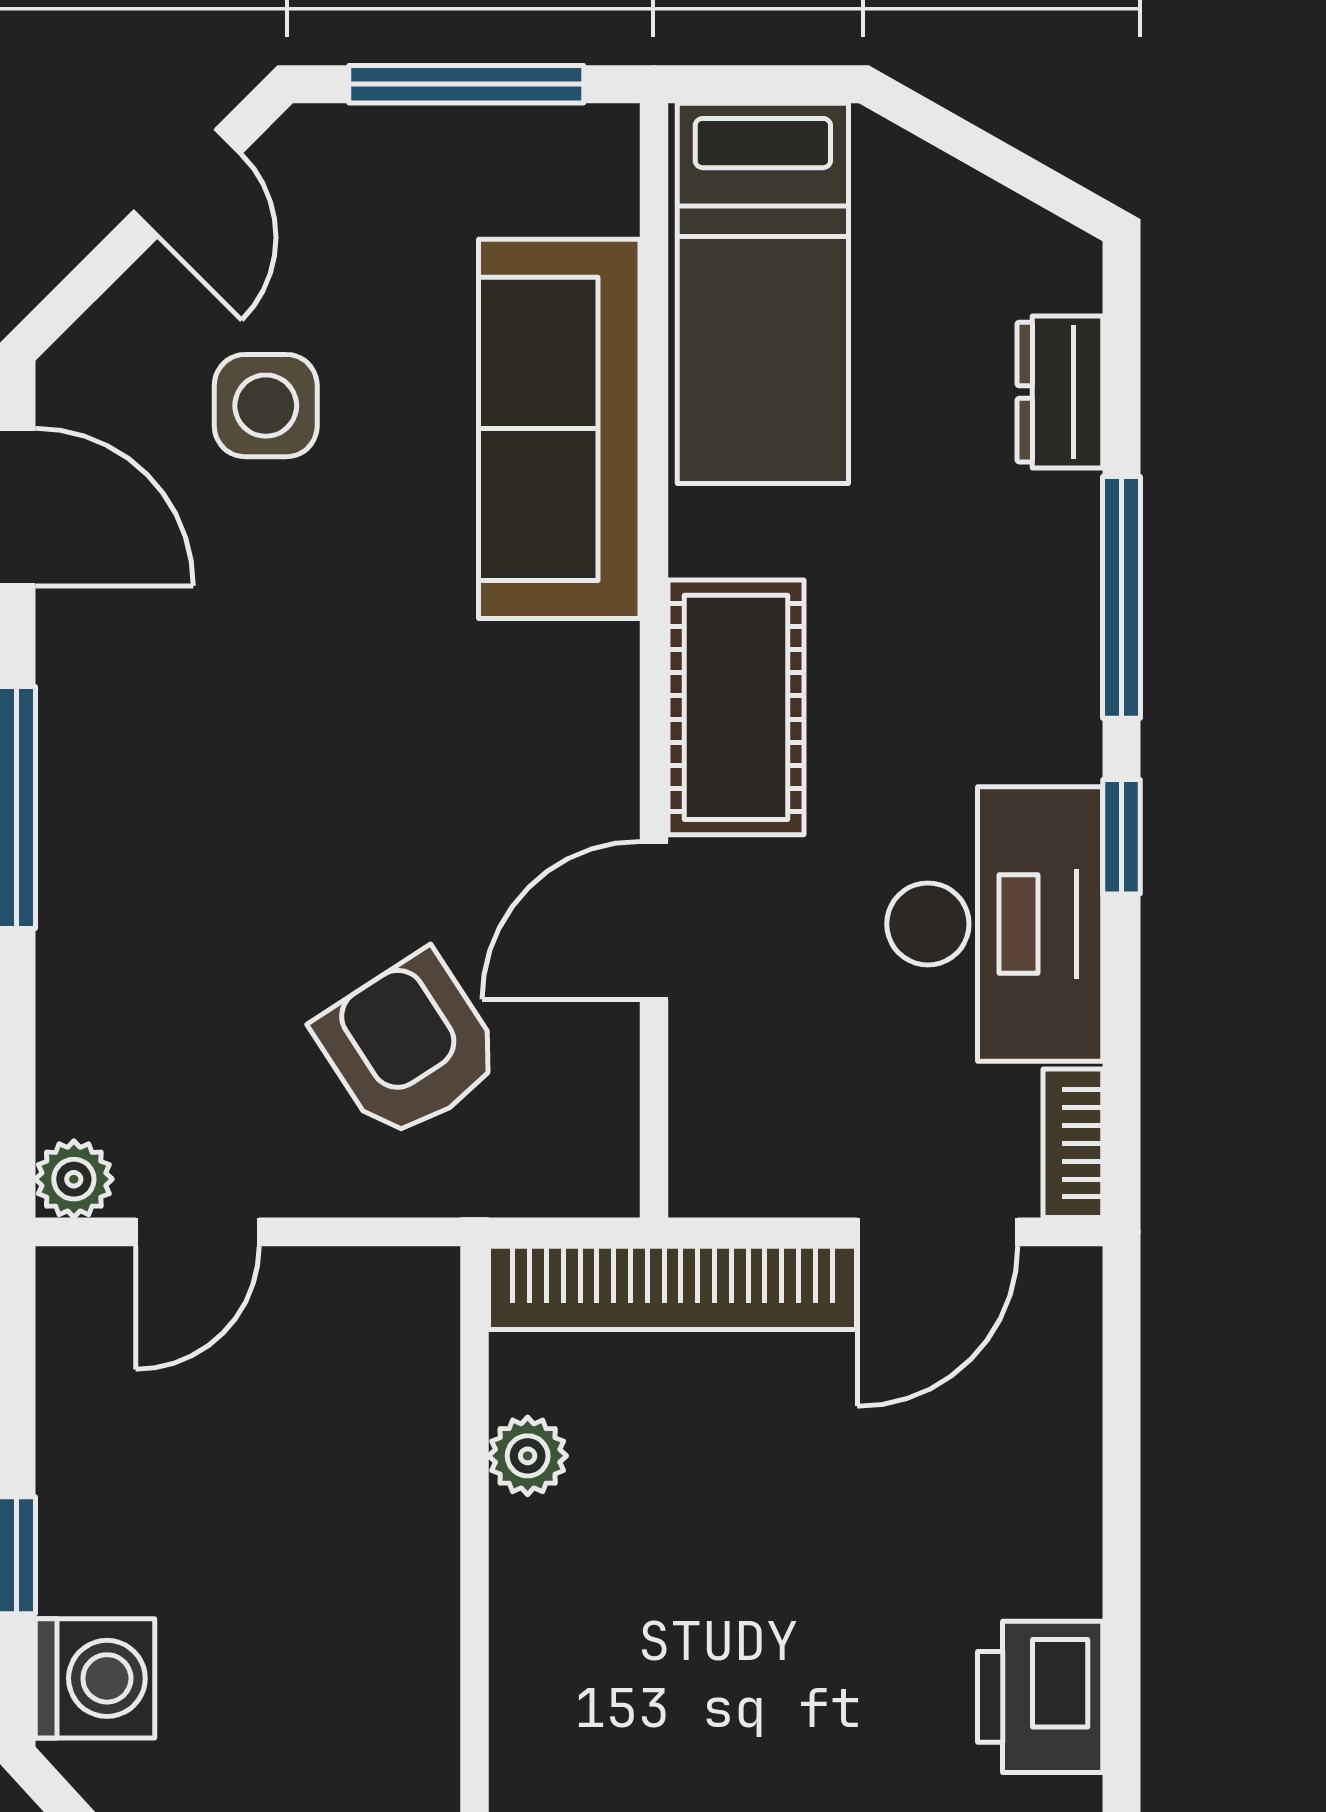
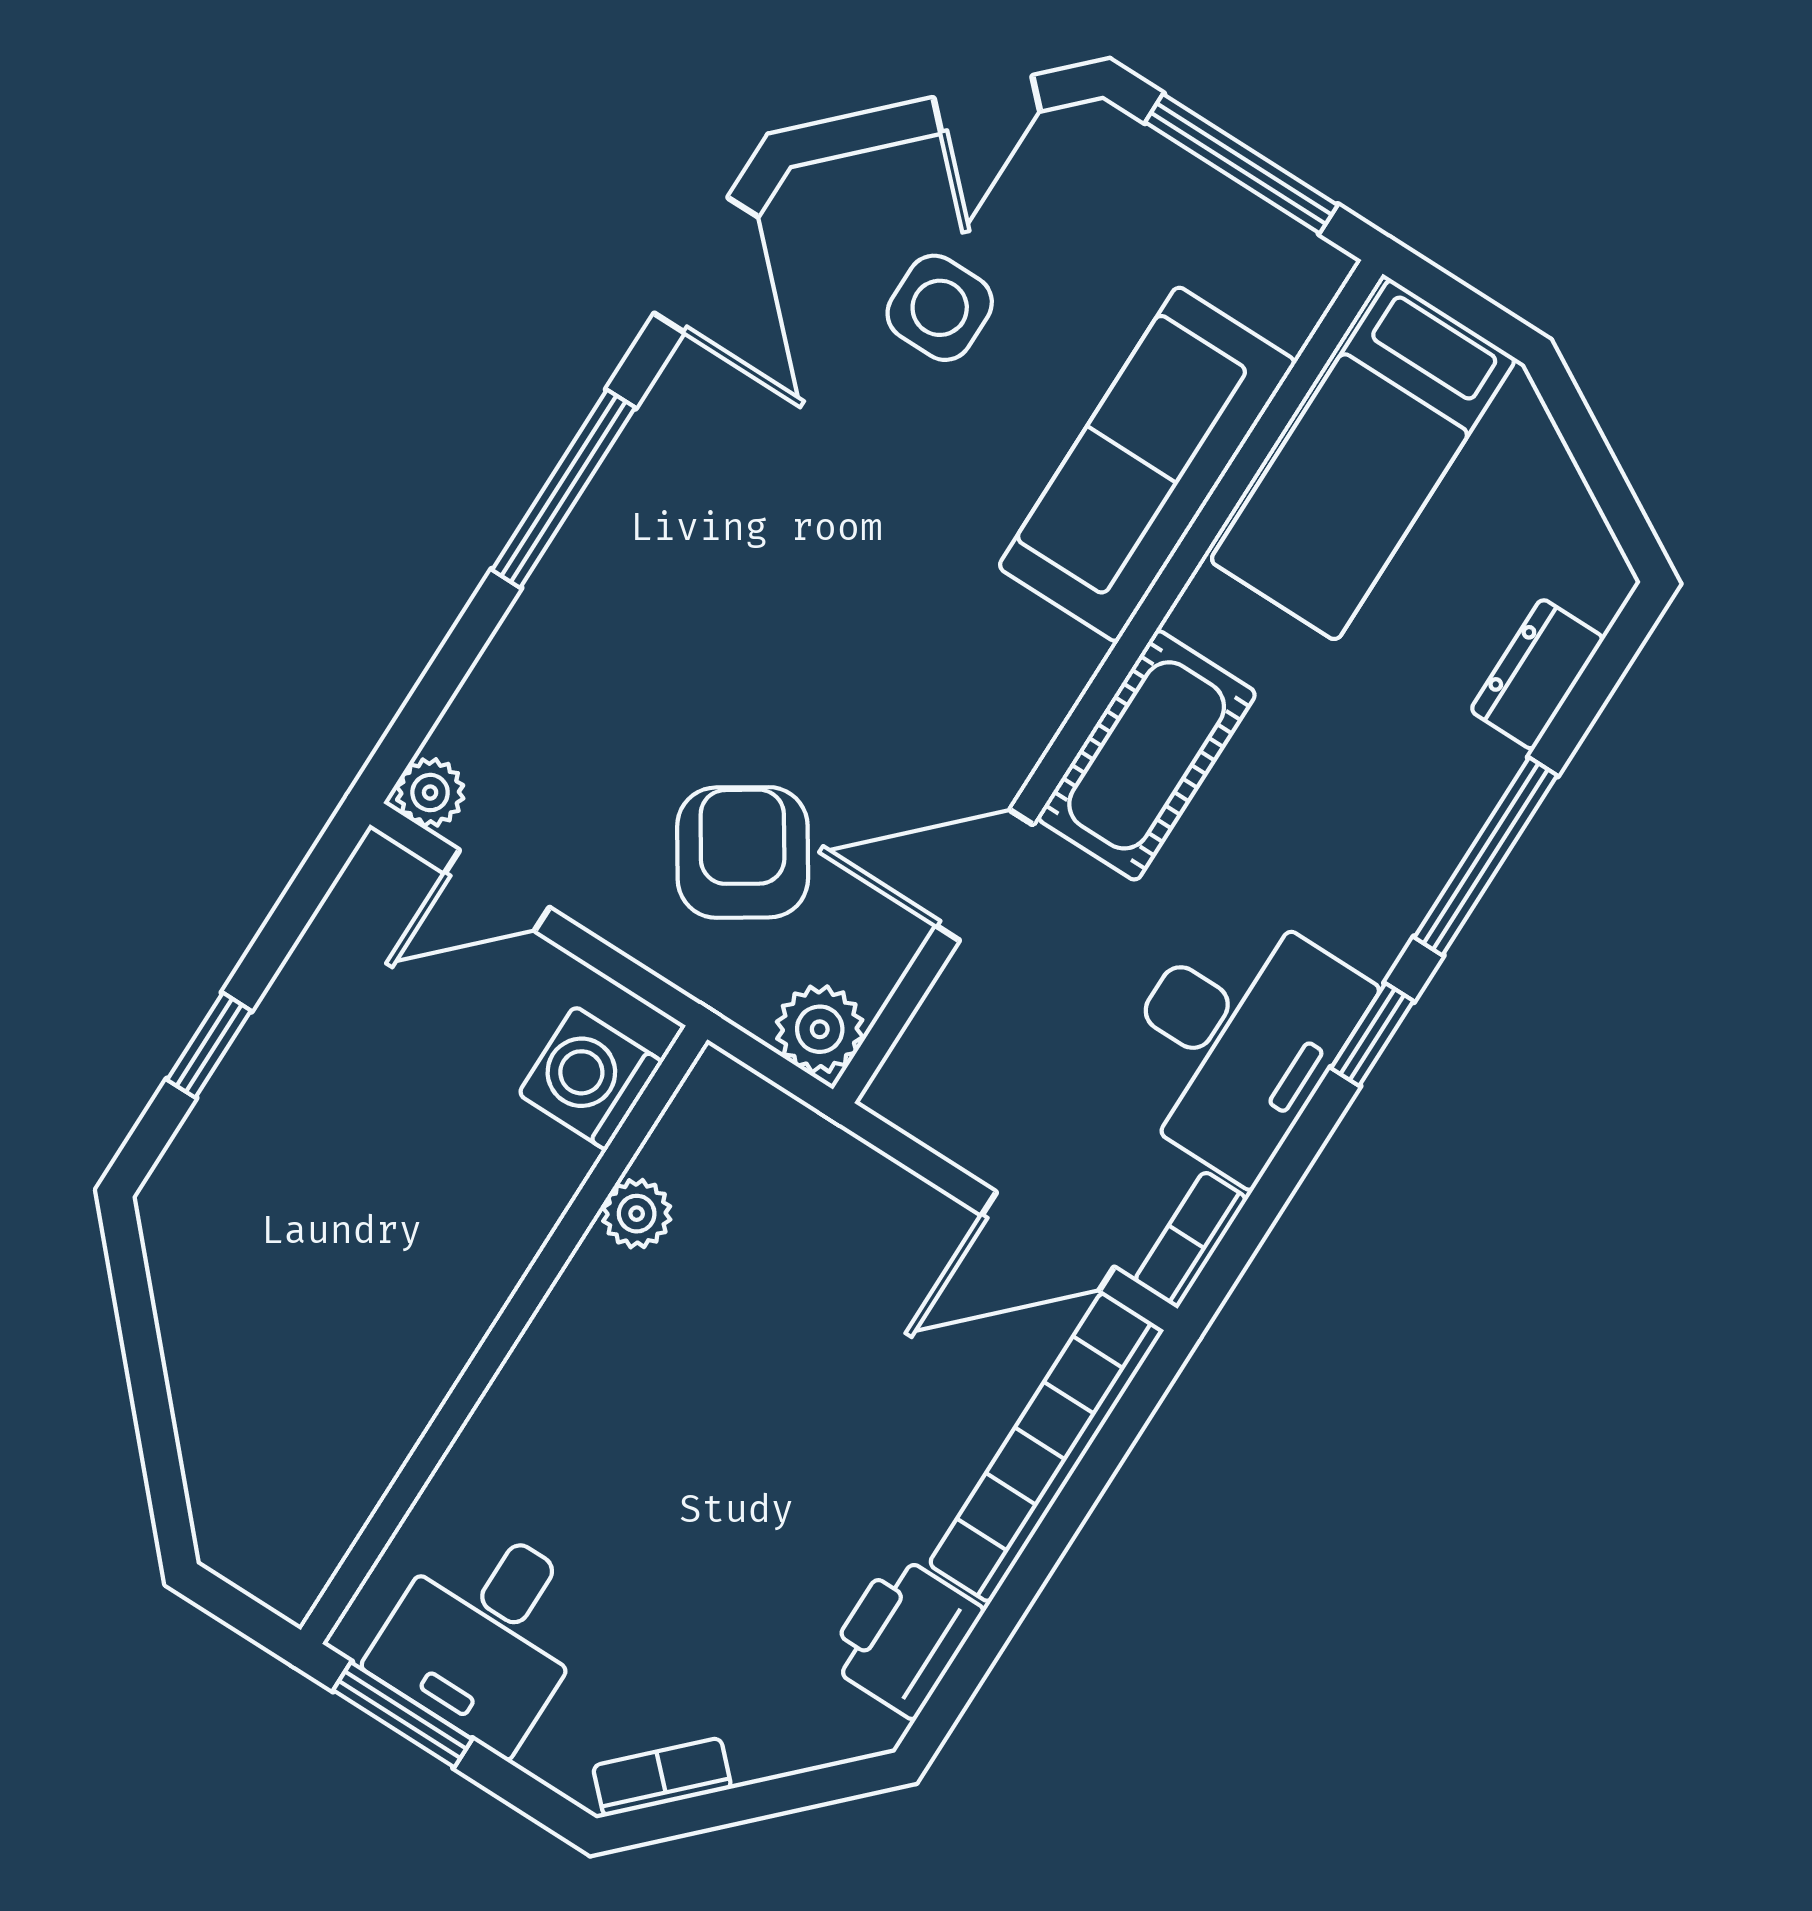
plant: (590, 1168) -> (820, 1029), added
bookcase: (673, 1288) -> (1046, 1447), moved, turned 90
washing machine: (95, 1678) -> (590, 1078), moved, turned 180

